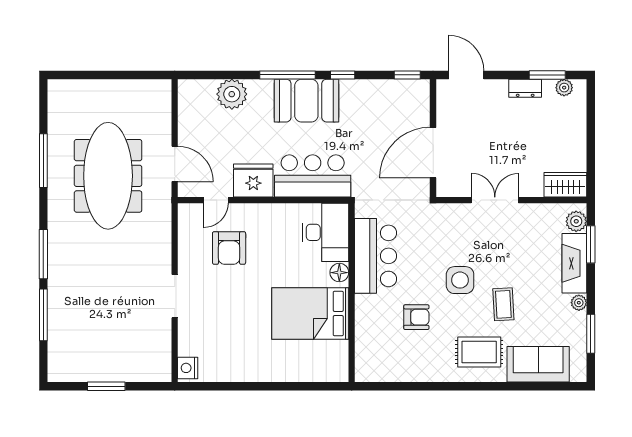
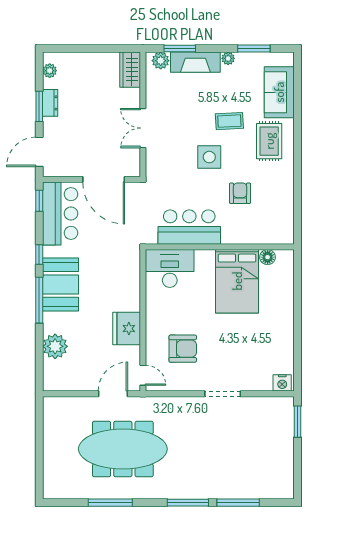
window: (547, 75) -> (39, 106), moved
bar counter: (313, 176) -> (60, 214), moved, turned 180
door: (216, 200) -> (143, 375), moved
floor lamp: (339, 273) -> (268, 257), moved
window: (106, 386) -> (297, 422), moved

